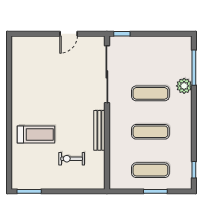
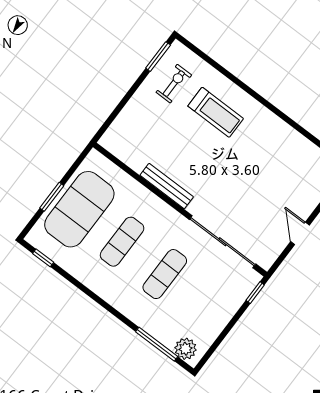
plant: (184, 86) -> (186, 349), moved
treadmill: (36, 134) -> (216, 112), turned -90
exercise bike: (72, 159) -> (174, 84), moved
exercise mat: (150, 170) -> (79, 209), width x2.00, depth x1.45

